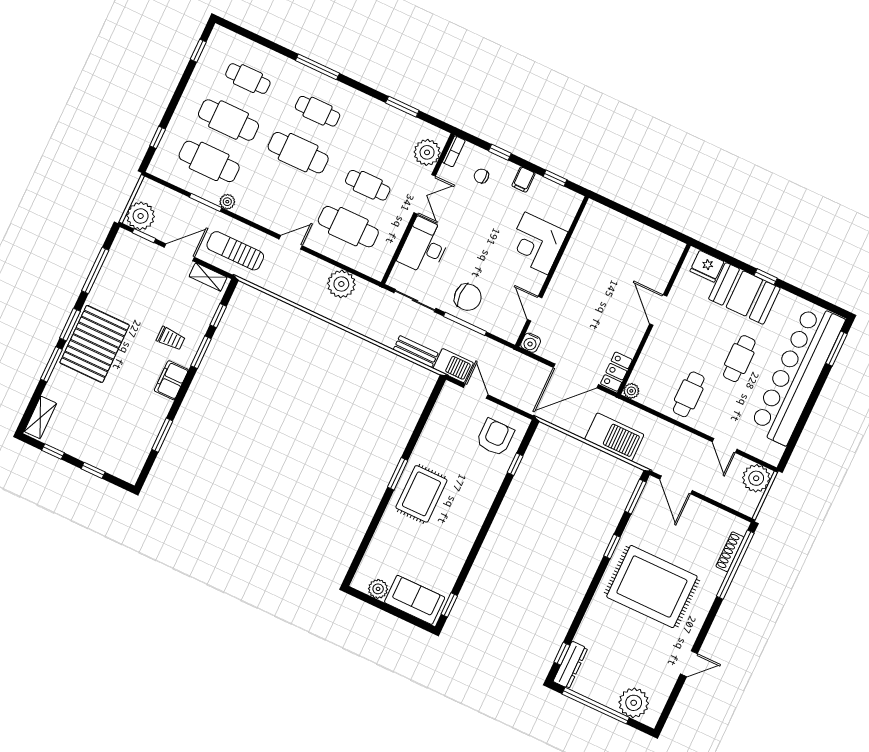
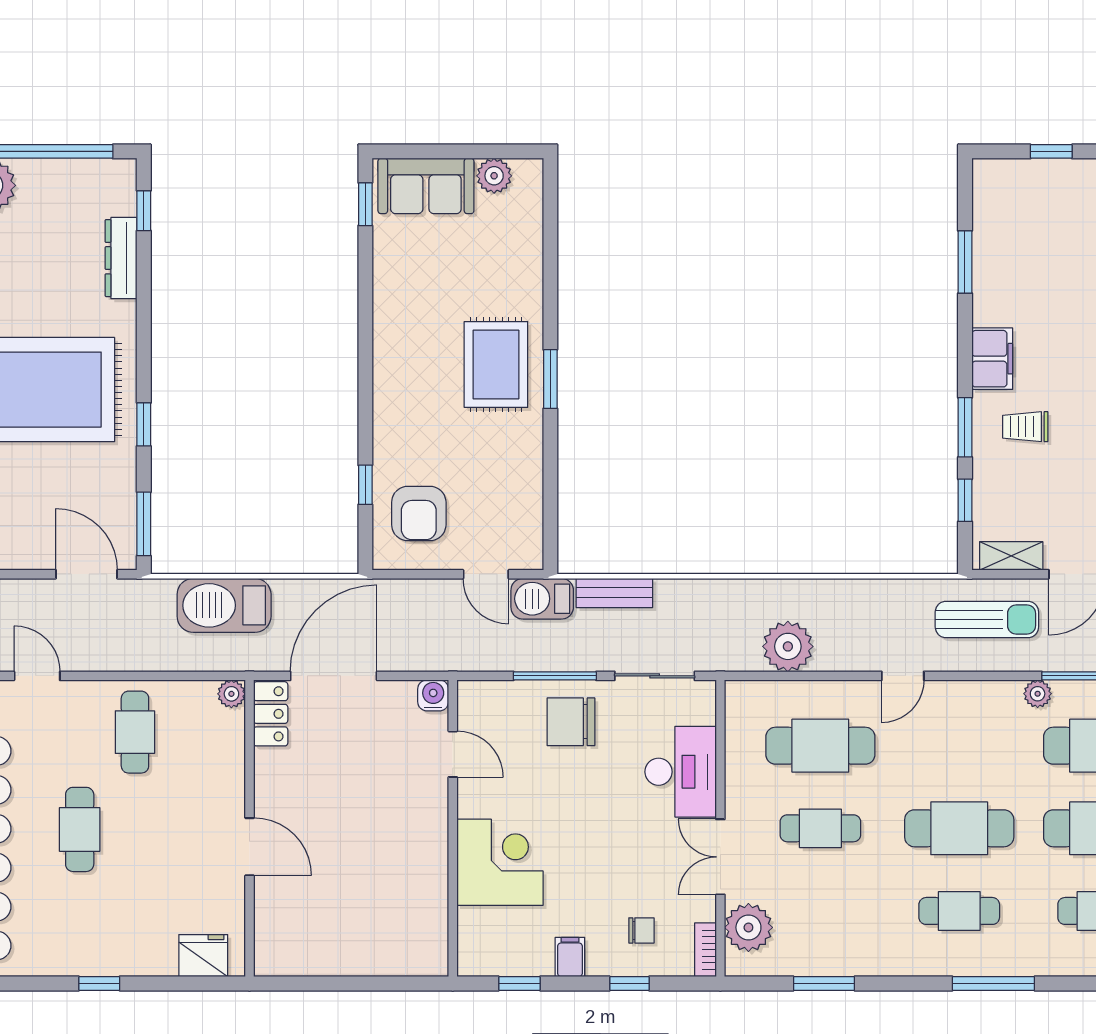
booth: (744, 293) -> (121, 940), removed
dresser: (570, 665) -> (121, 258), moved

